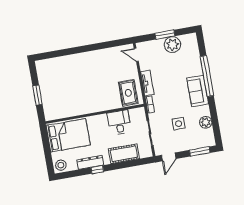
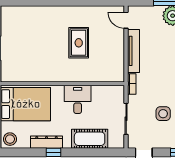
tv unit: (147, 83) -> (133, 51), width x1.41
rug: (128, 93) -> (79, 43), moved
desk: (119, 122) -> (78, 99), moved

